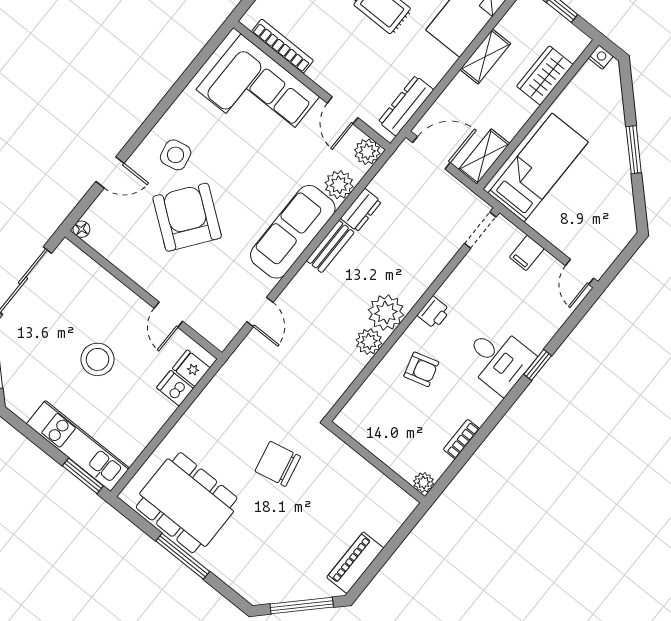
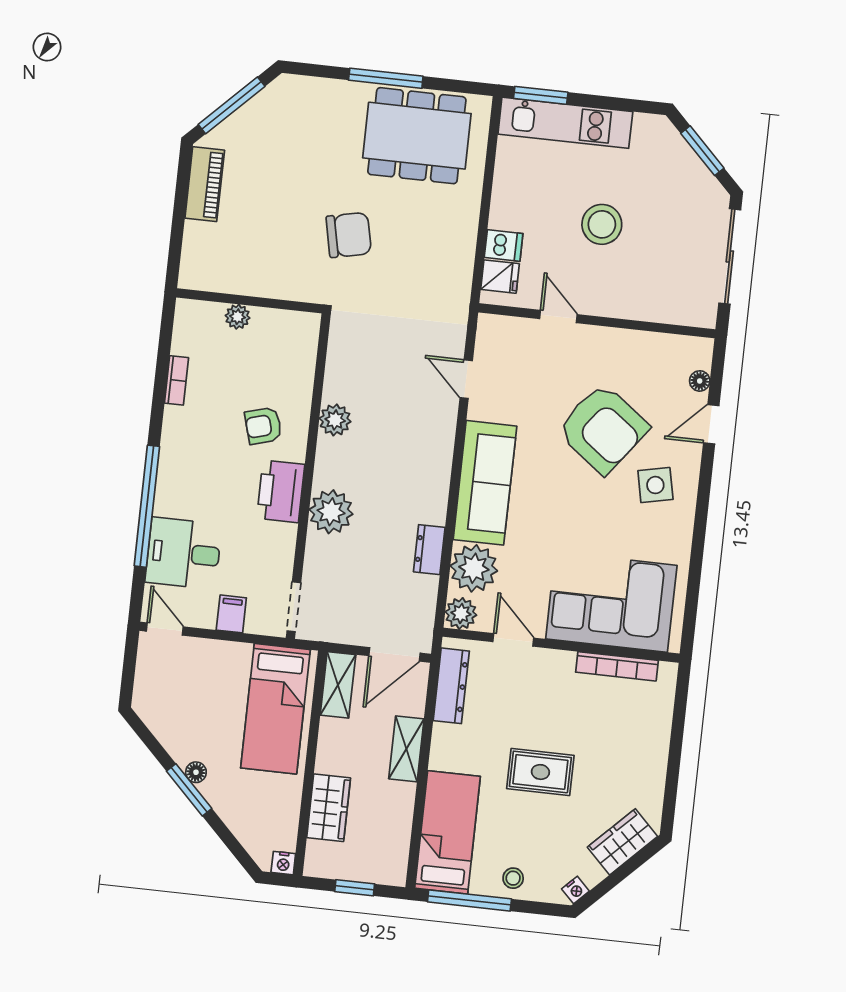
shelving: (485, 57) -> (406, 749), moved
floor lamp: (621, 159) -> (196, 772), added
plant: (339, 185) -> (474, 568), width x1.36, depth x1.36
floor lamp: (81, 229) -> (700, 381), moved
bench: (330, 246) -> (437, 492), removed
plant: (386, 313) -> (331, 512), moved
printer: (434, 313) -> (281, 491), width x1.87, depth x1.48
desk: (498, 359) -> (184, 553), moved
window: (538, 365) -> (147, 506), width x3.17
plant: (424, 482) -> (238, 317), moved

